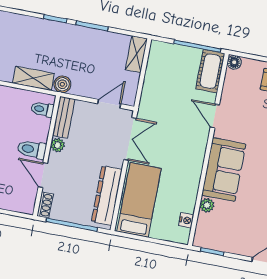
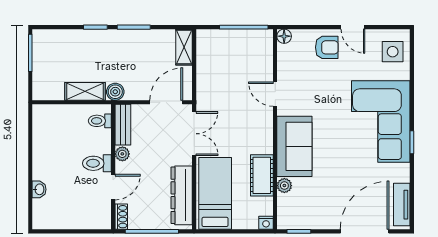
cot: (210, 71) -> (262, 175), moved
door: (109, 104) -> (166, 102), width x1.38
door: (43, 175) -> (113, 187), swing flipped
nightstand: (186, 220) -> (266, 223), moved, turned 90

